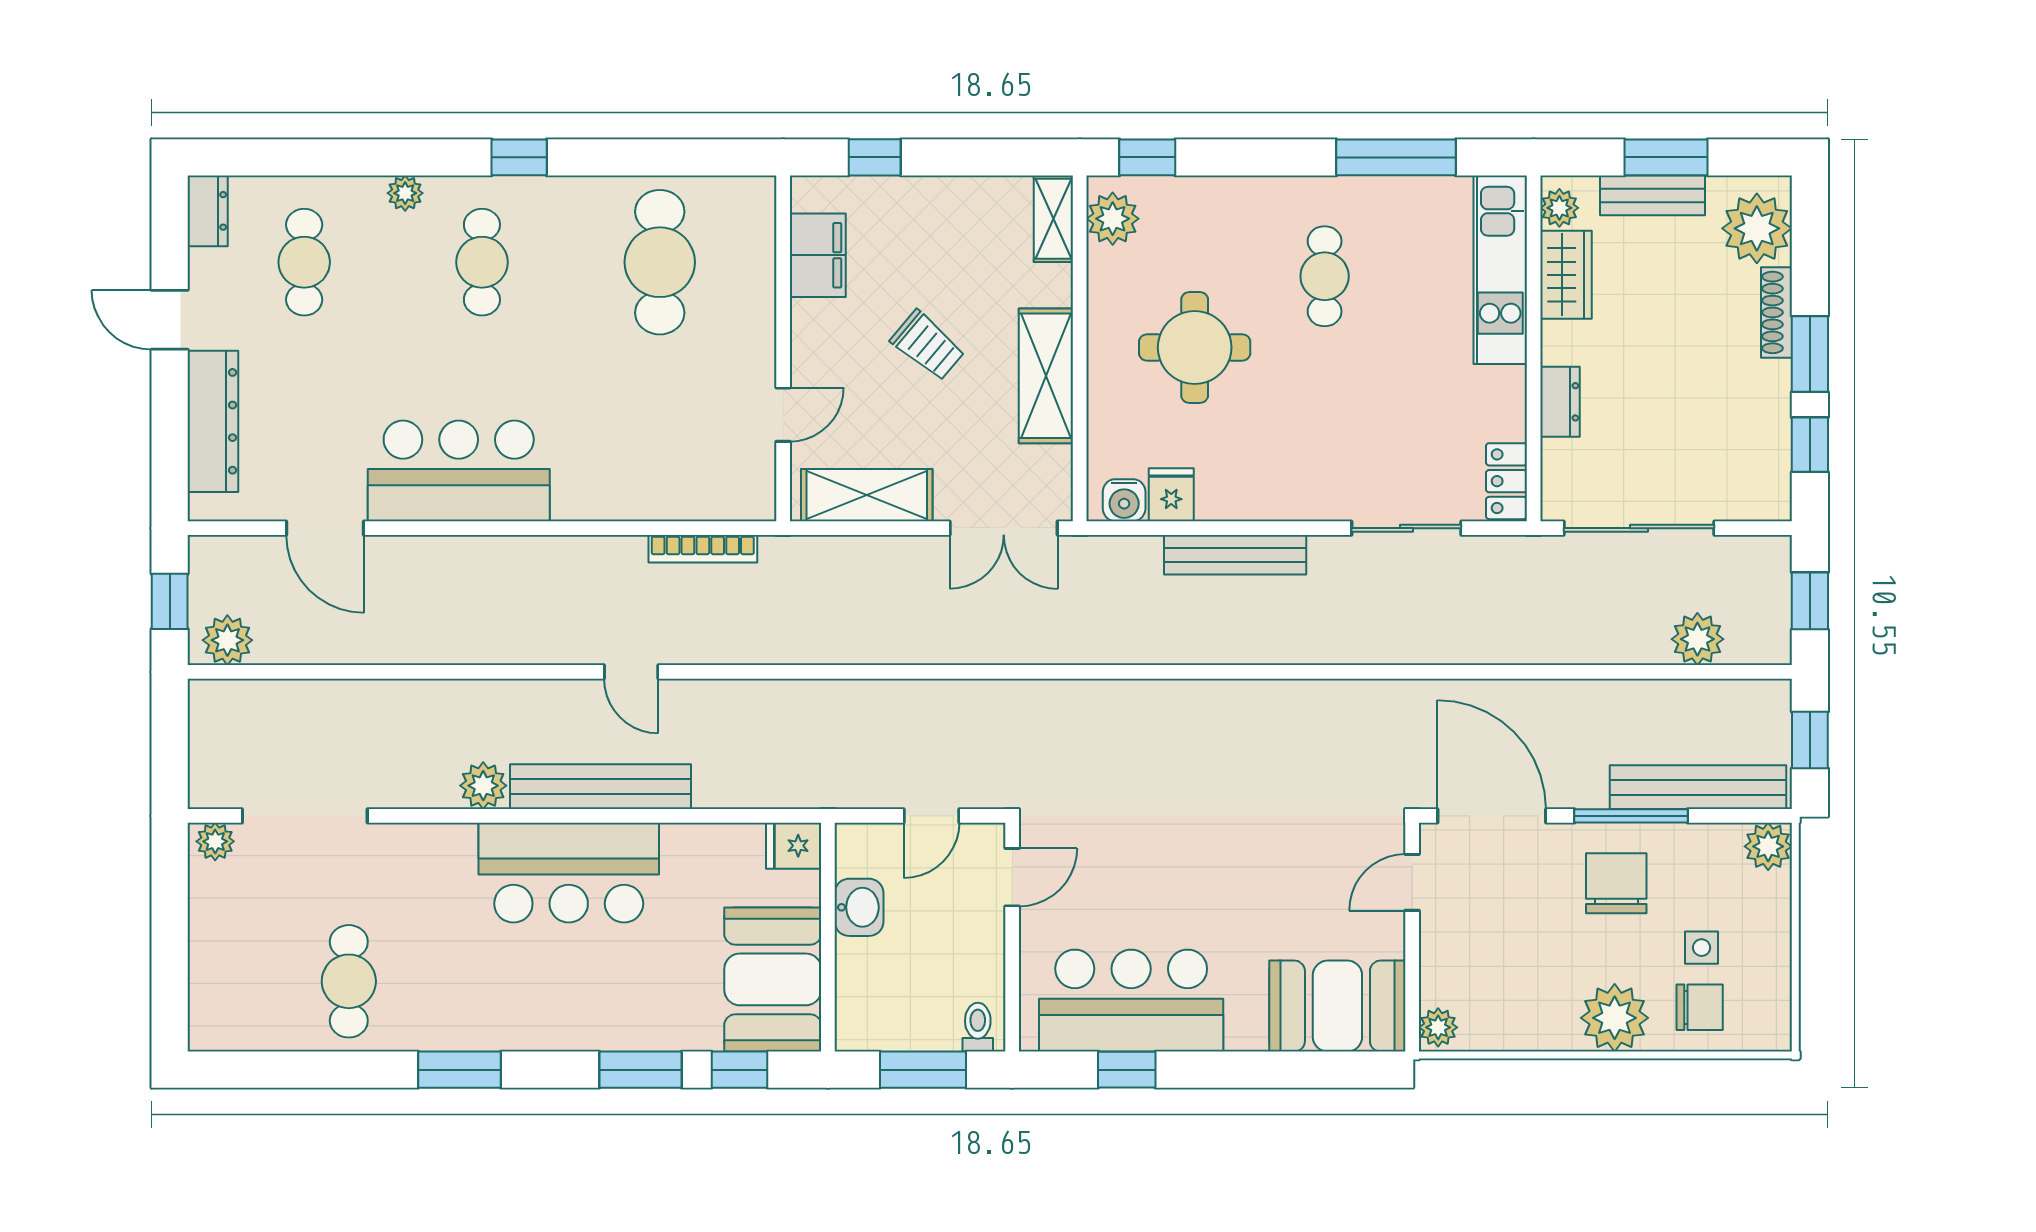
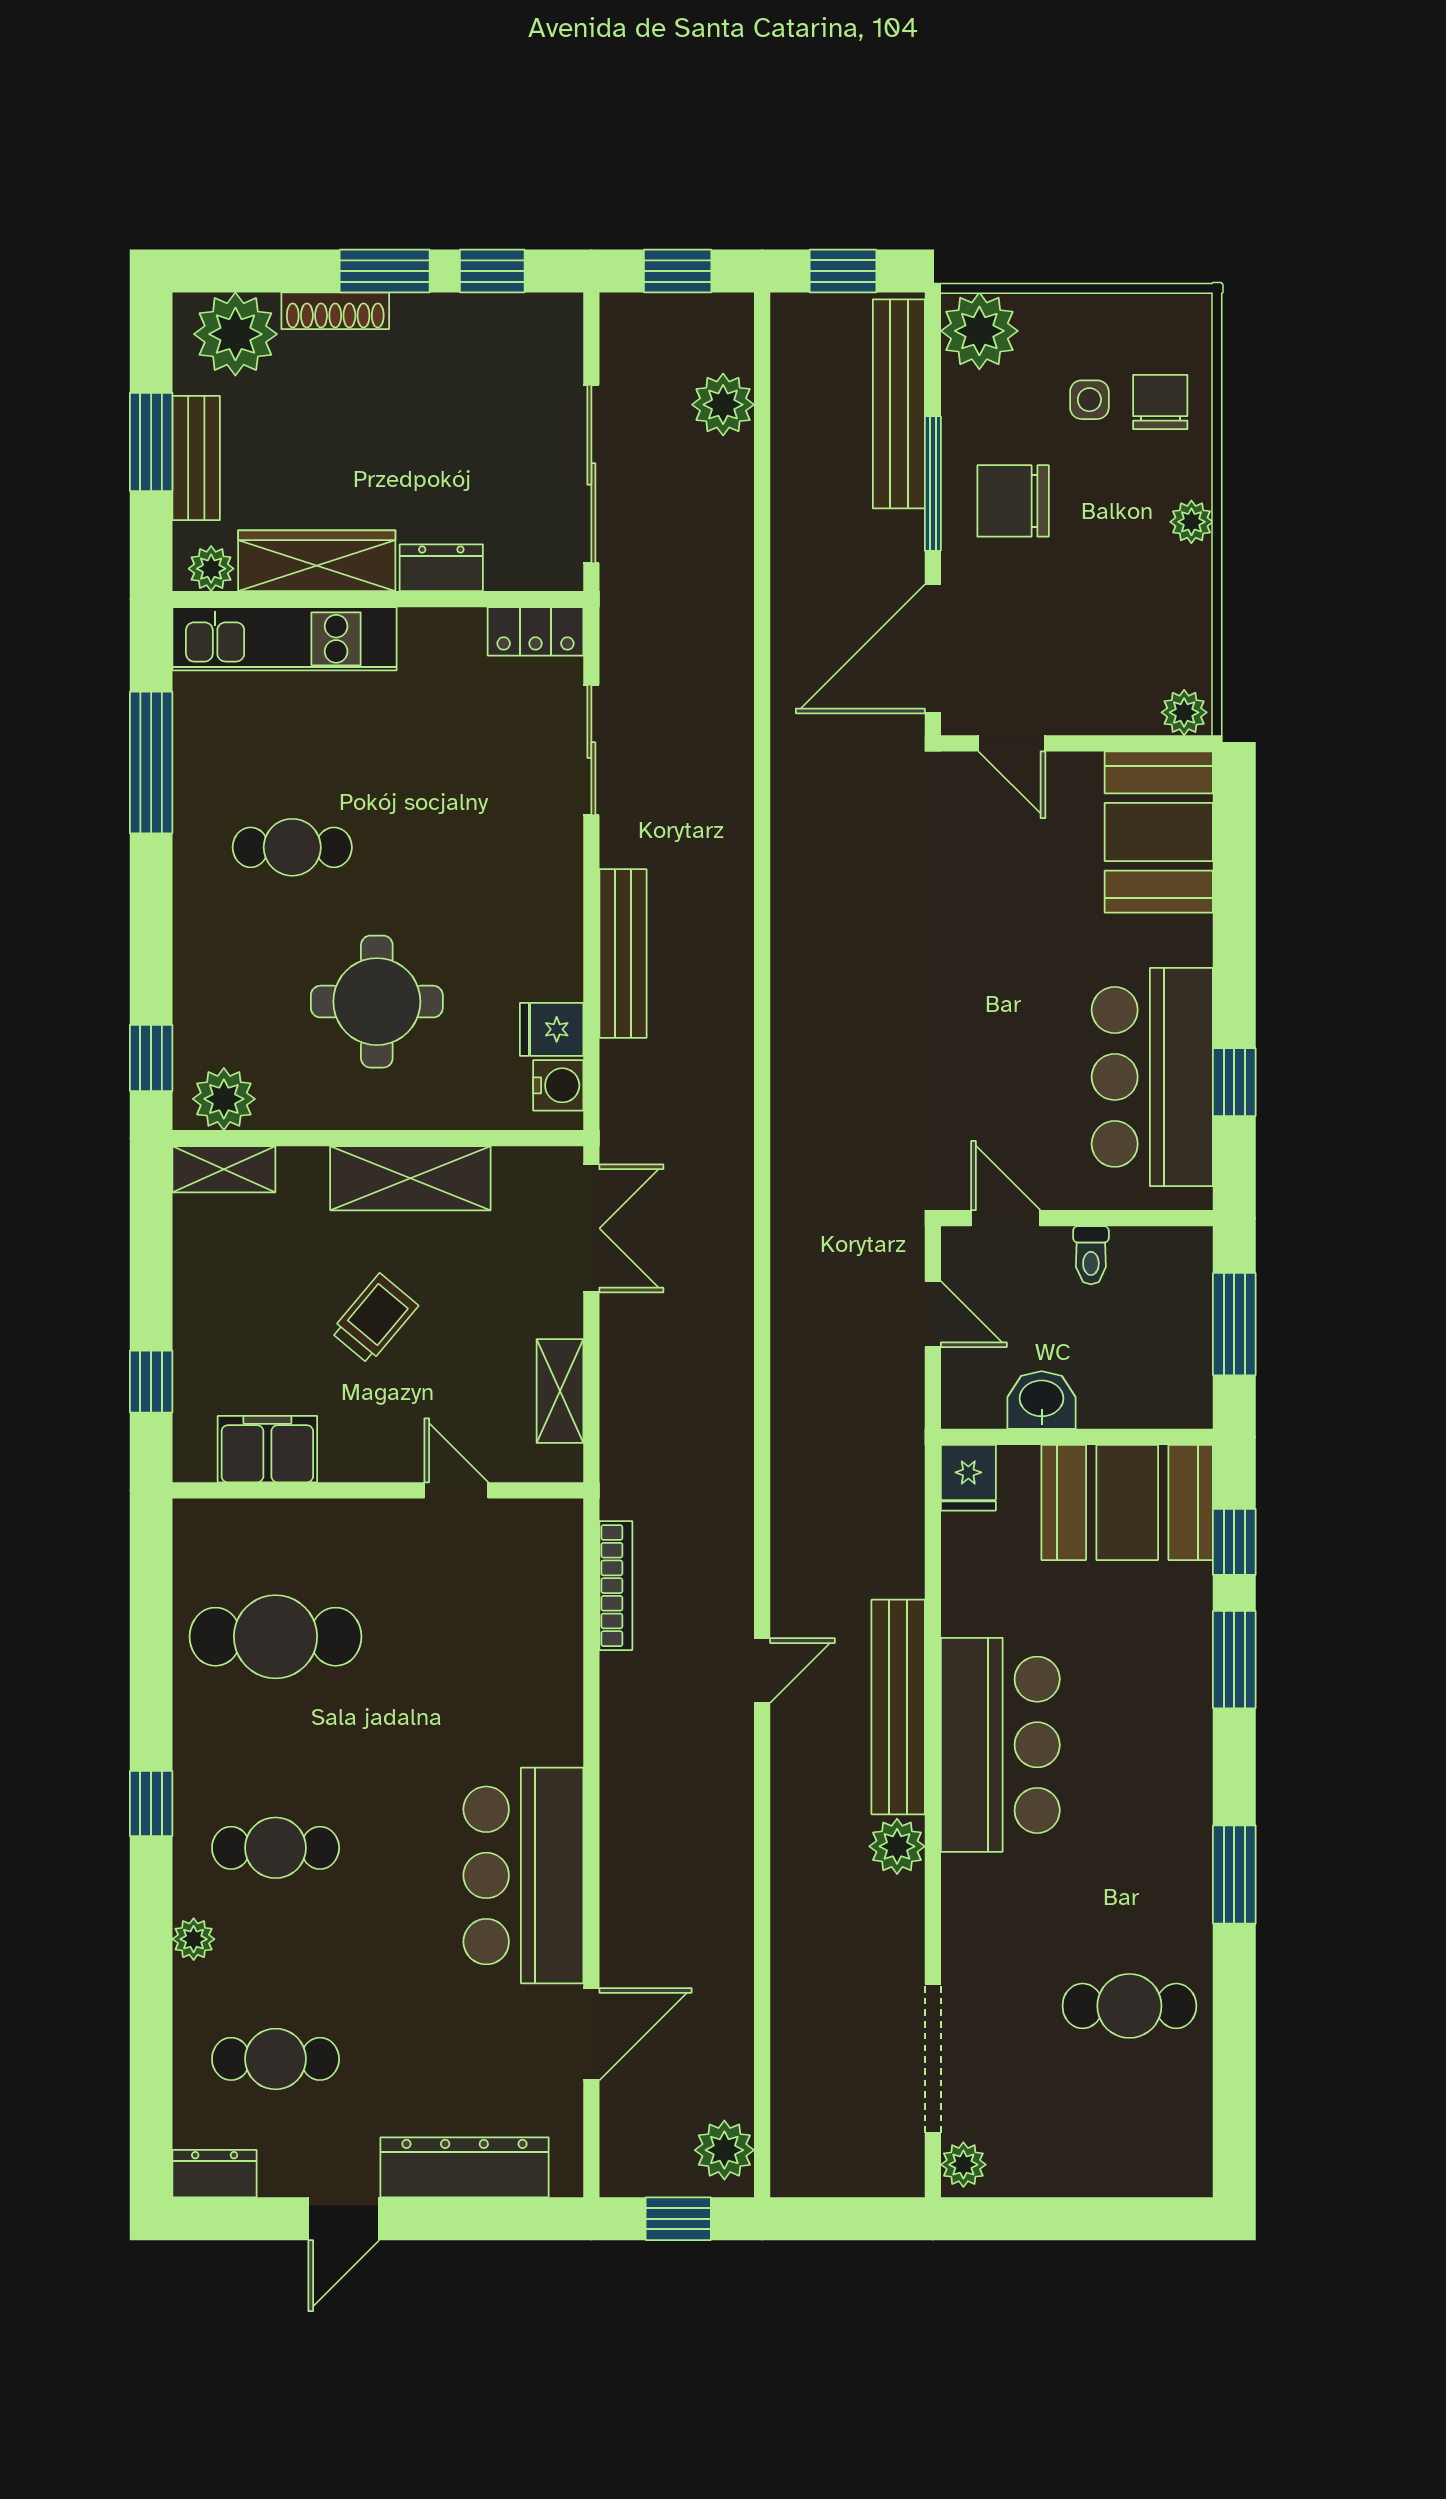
wardrobe: (1566, 275) -> (317, 561), width x1.50
shelving: (867, 495) -> (560, 1391), width x0.67, depth x0.75
plant: (1768, 846) -> (979, 331), width x1.36, depth x1.36
plant: (1615, 1018) -> (1191, 522), width x0.53, depth x0.53
toilet: (978, 1027) -> (1091, 1255), moved, turned -90

